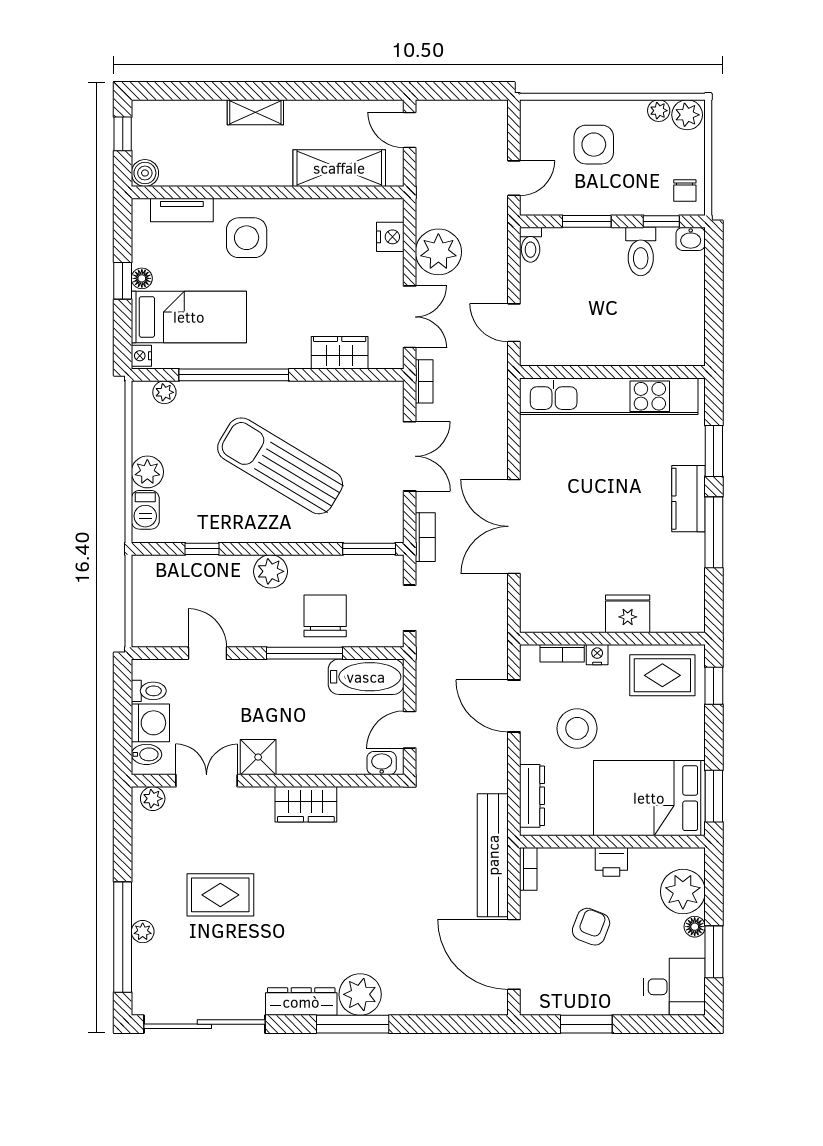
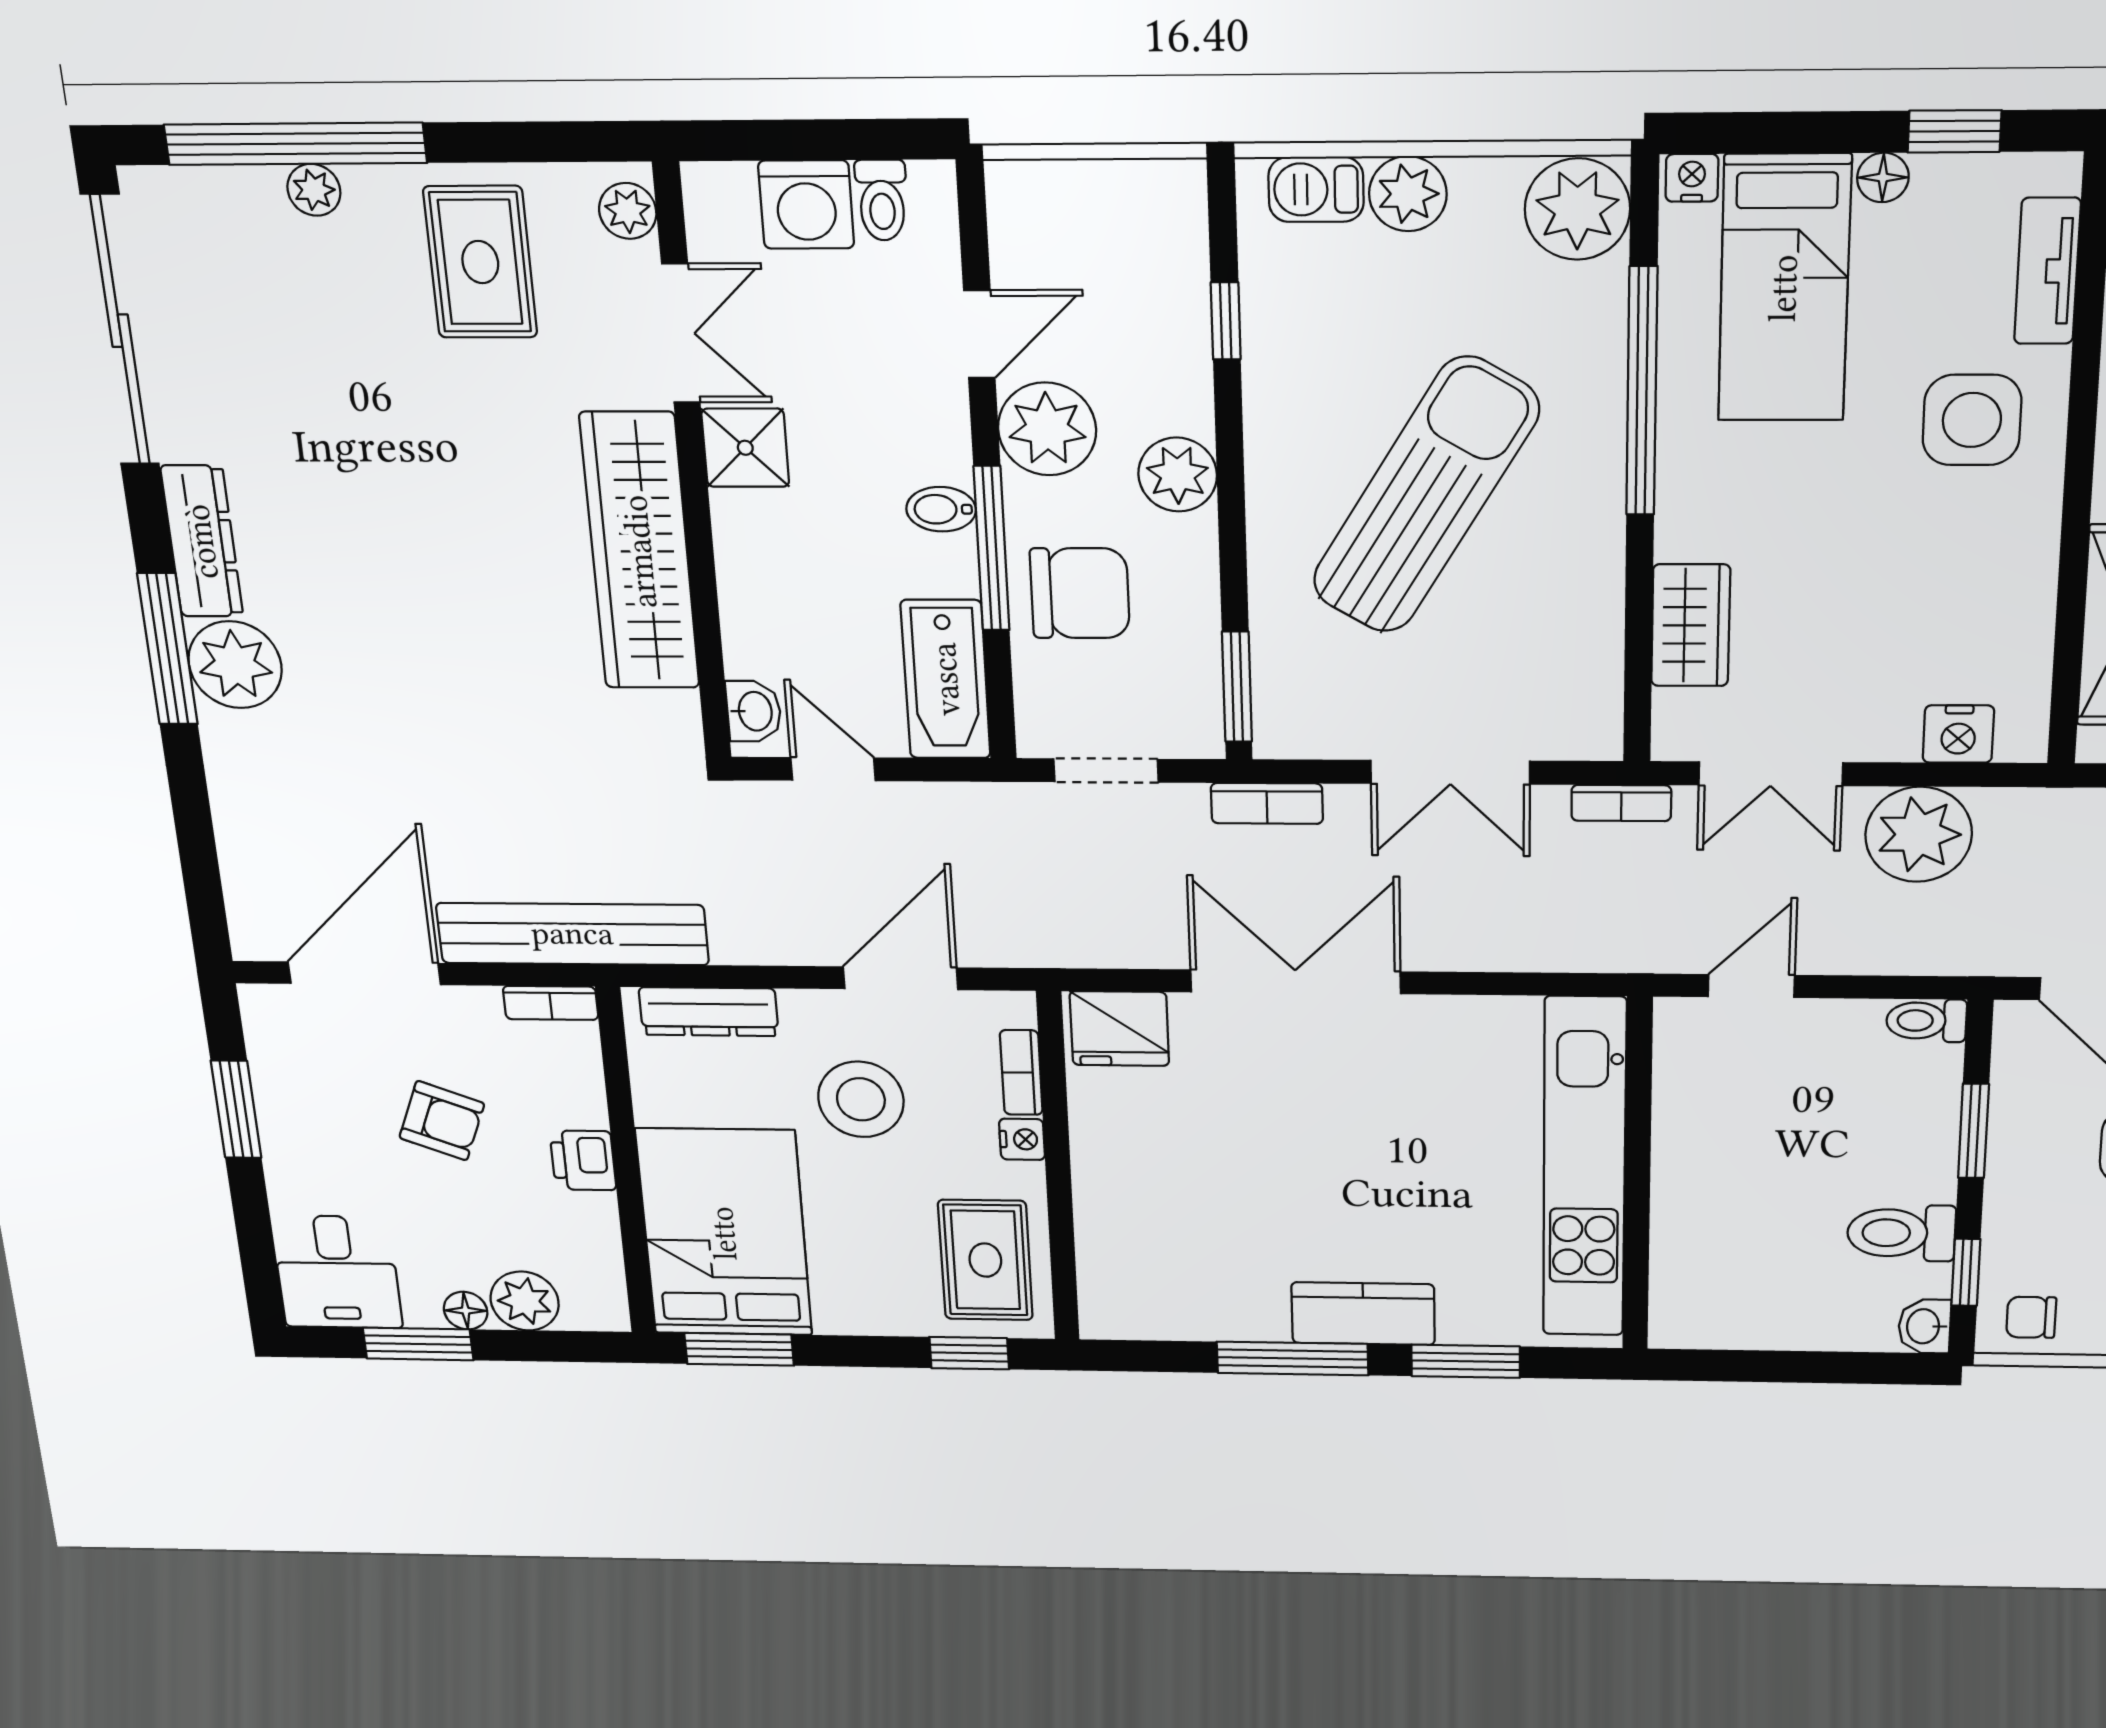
window: (123, 281) -> (1955, 131), moved
plant: (164, 392) -> (1577, 209), width x1.88, depth x1.88
fridge: (628, 614) -> (1119, 1029), moved, turned 90
plant: (250, 626) -> (1047, 429), added
bidet: (146, 754) -> (941, 509), moved, turned 90
wardrobe: (306, 804) -> (640, 551), width x2.10, depth x1.17
plant: (683, 892) -> (525, 1301), width x0.73, depth x0.73
rug: (220, 895) -> (480, 262), moved

